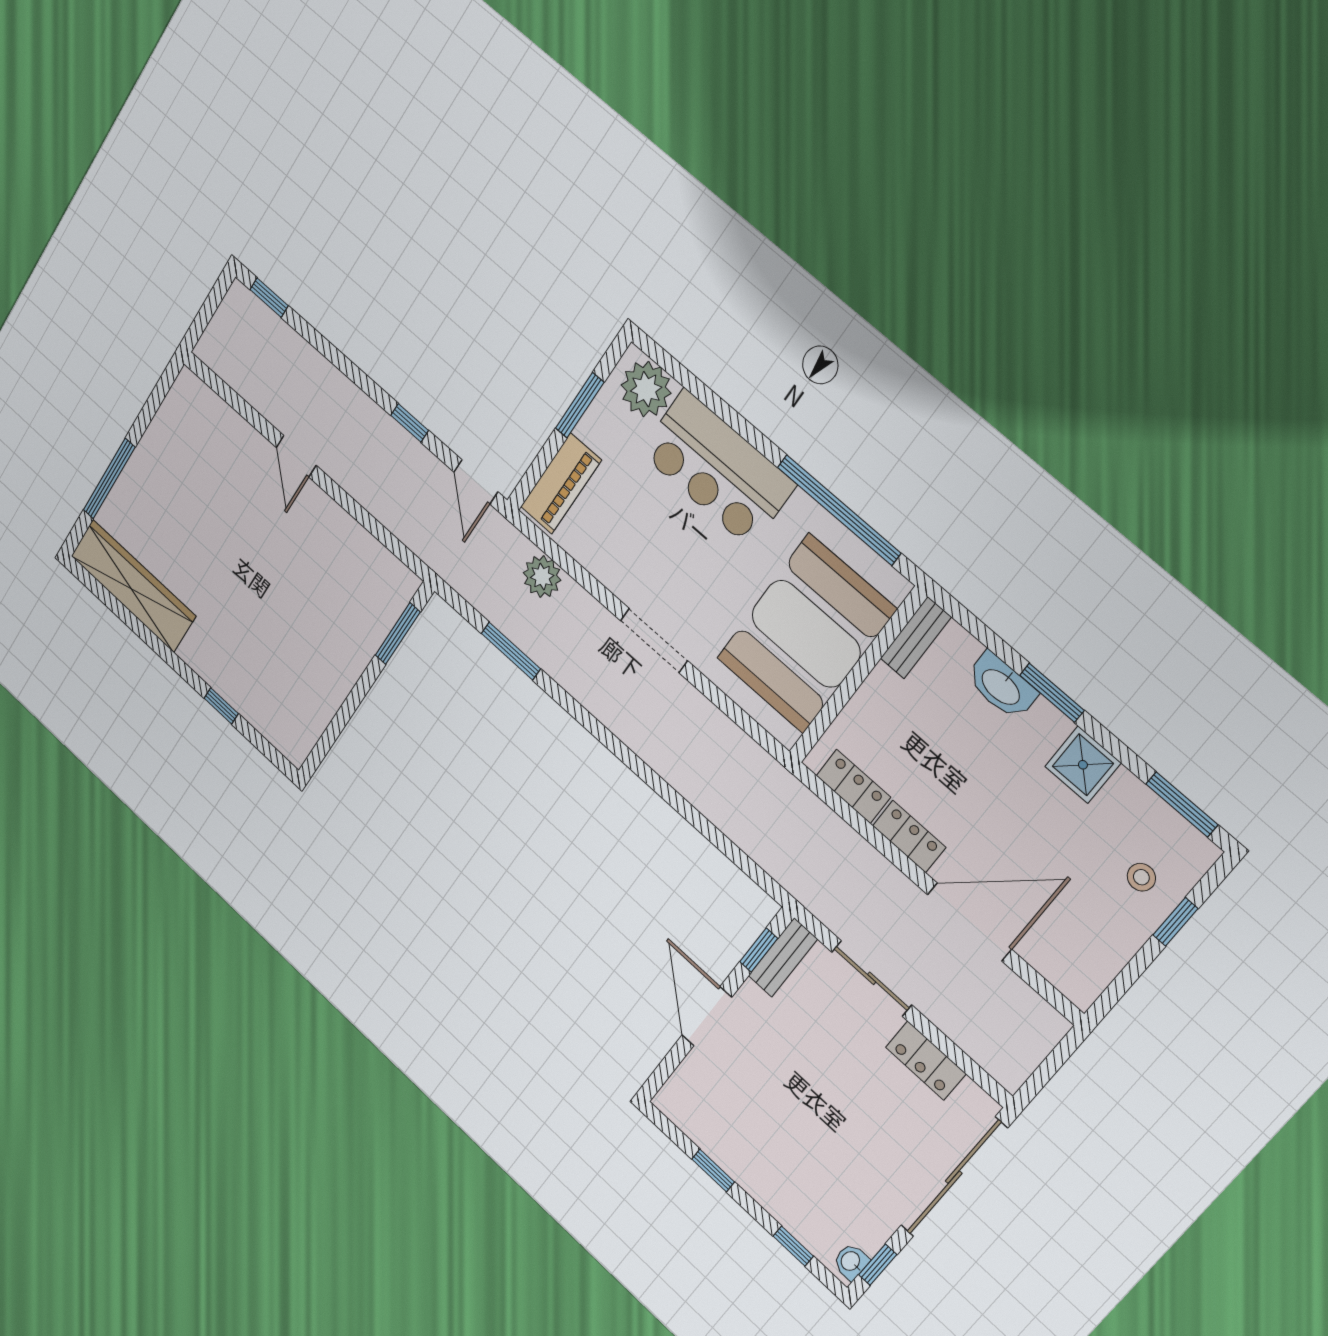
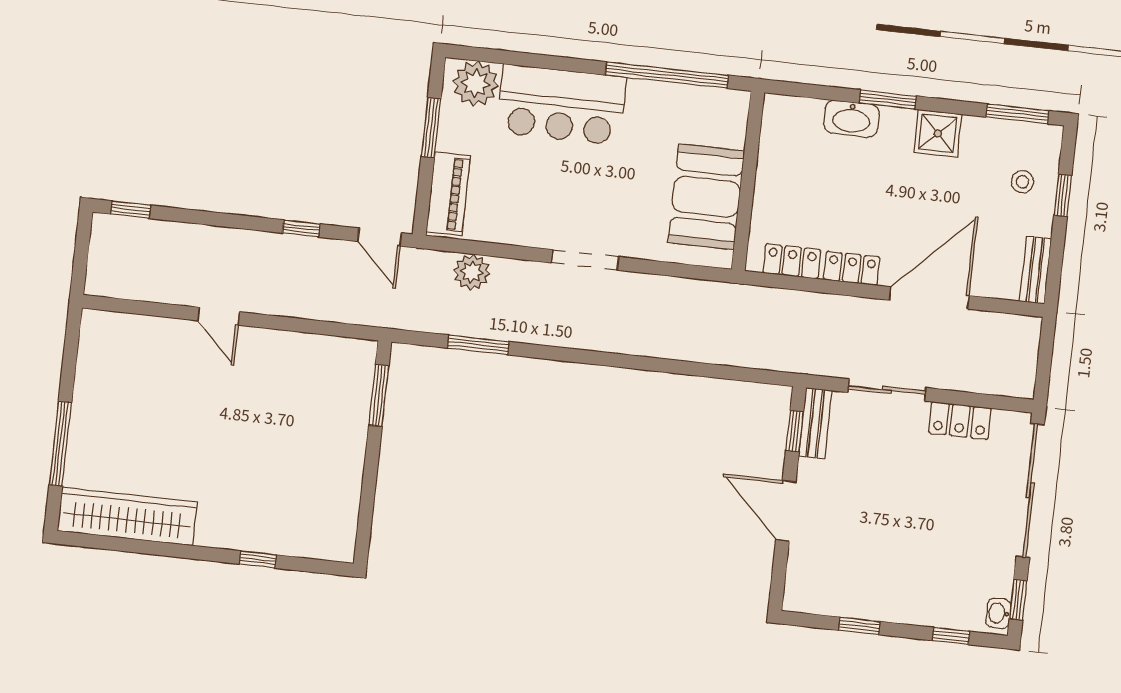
booth: (806, 634) -> (706, 197), width x0.73, depth x0.70
bench: (916, 638) -> (1035, 270), moved

